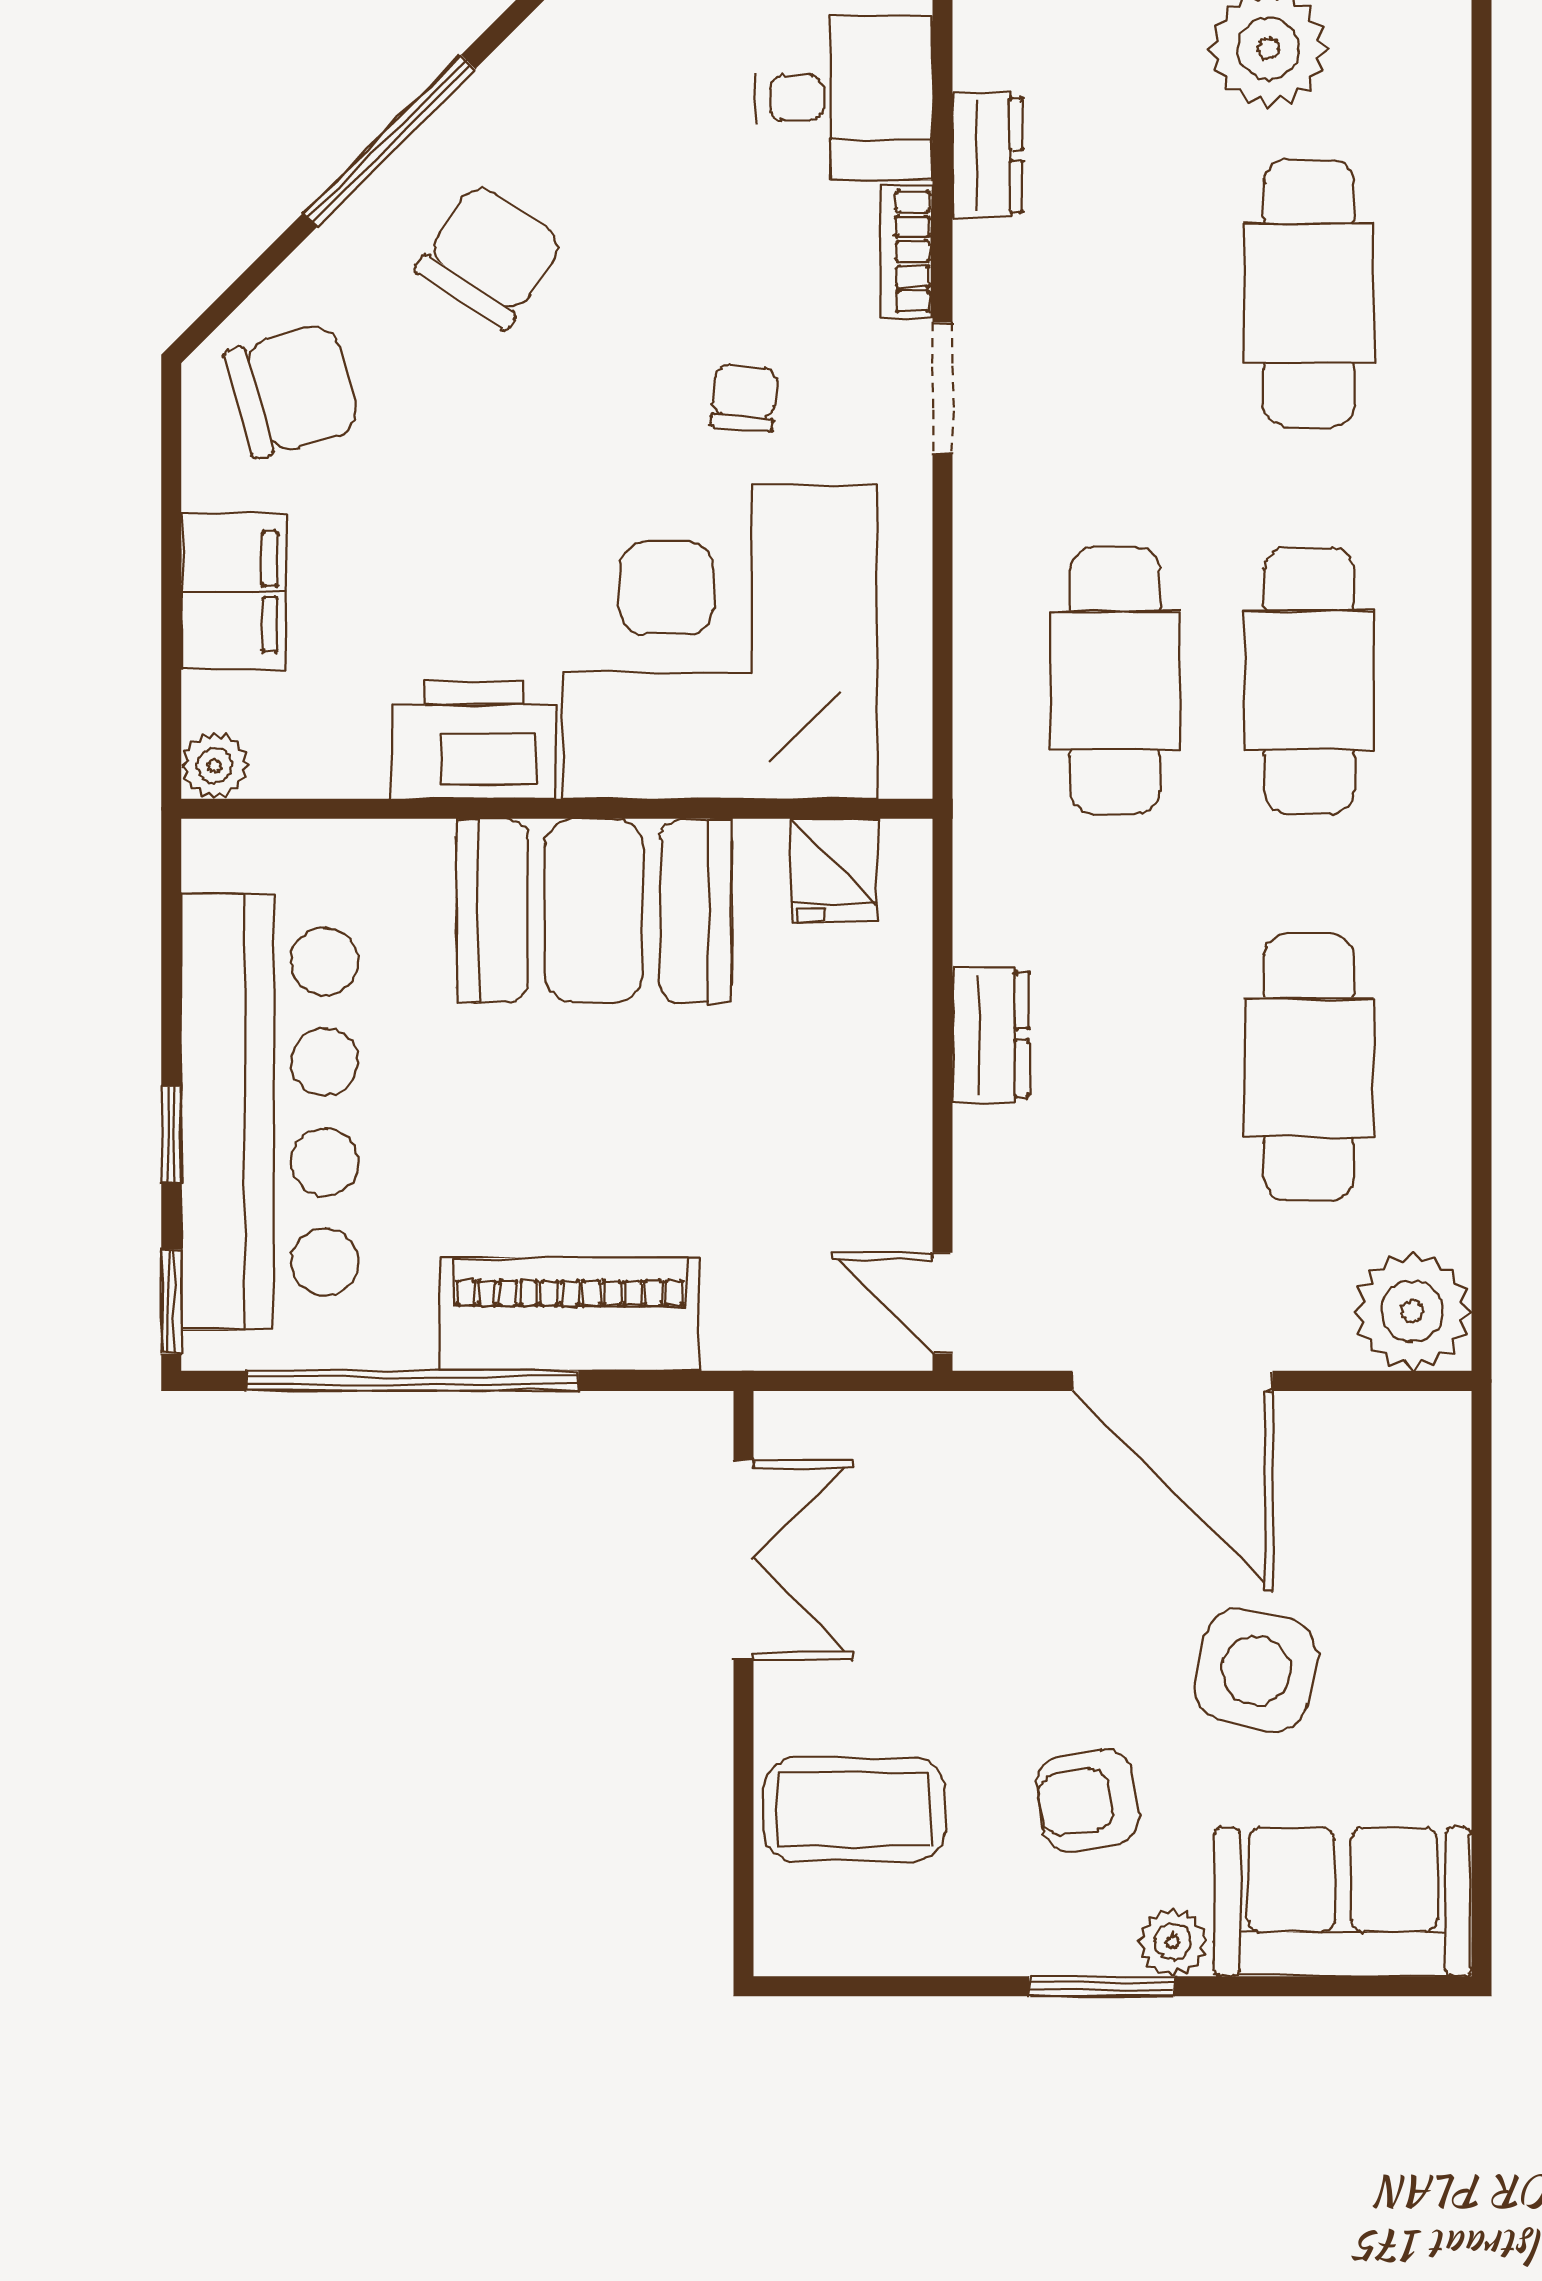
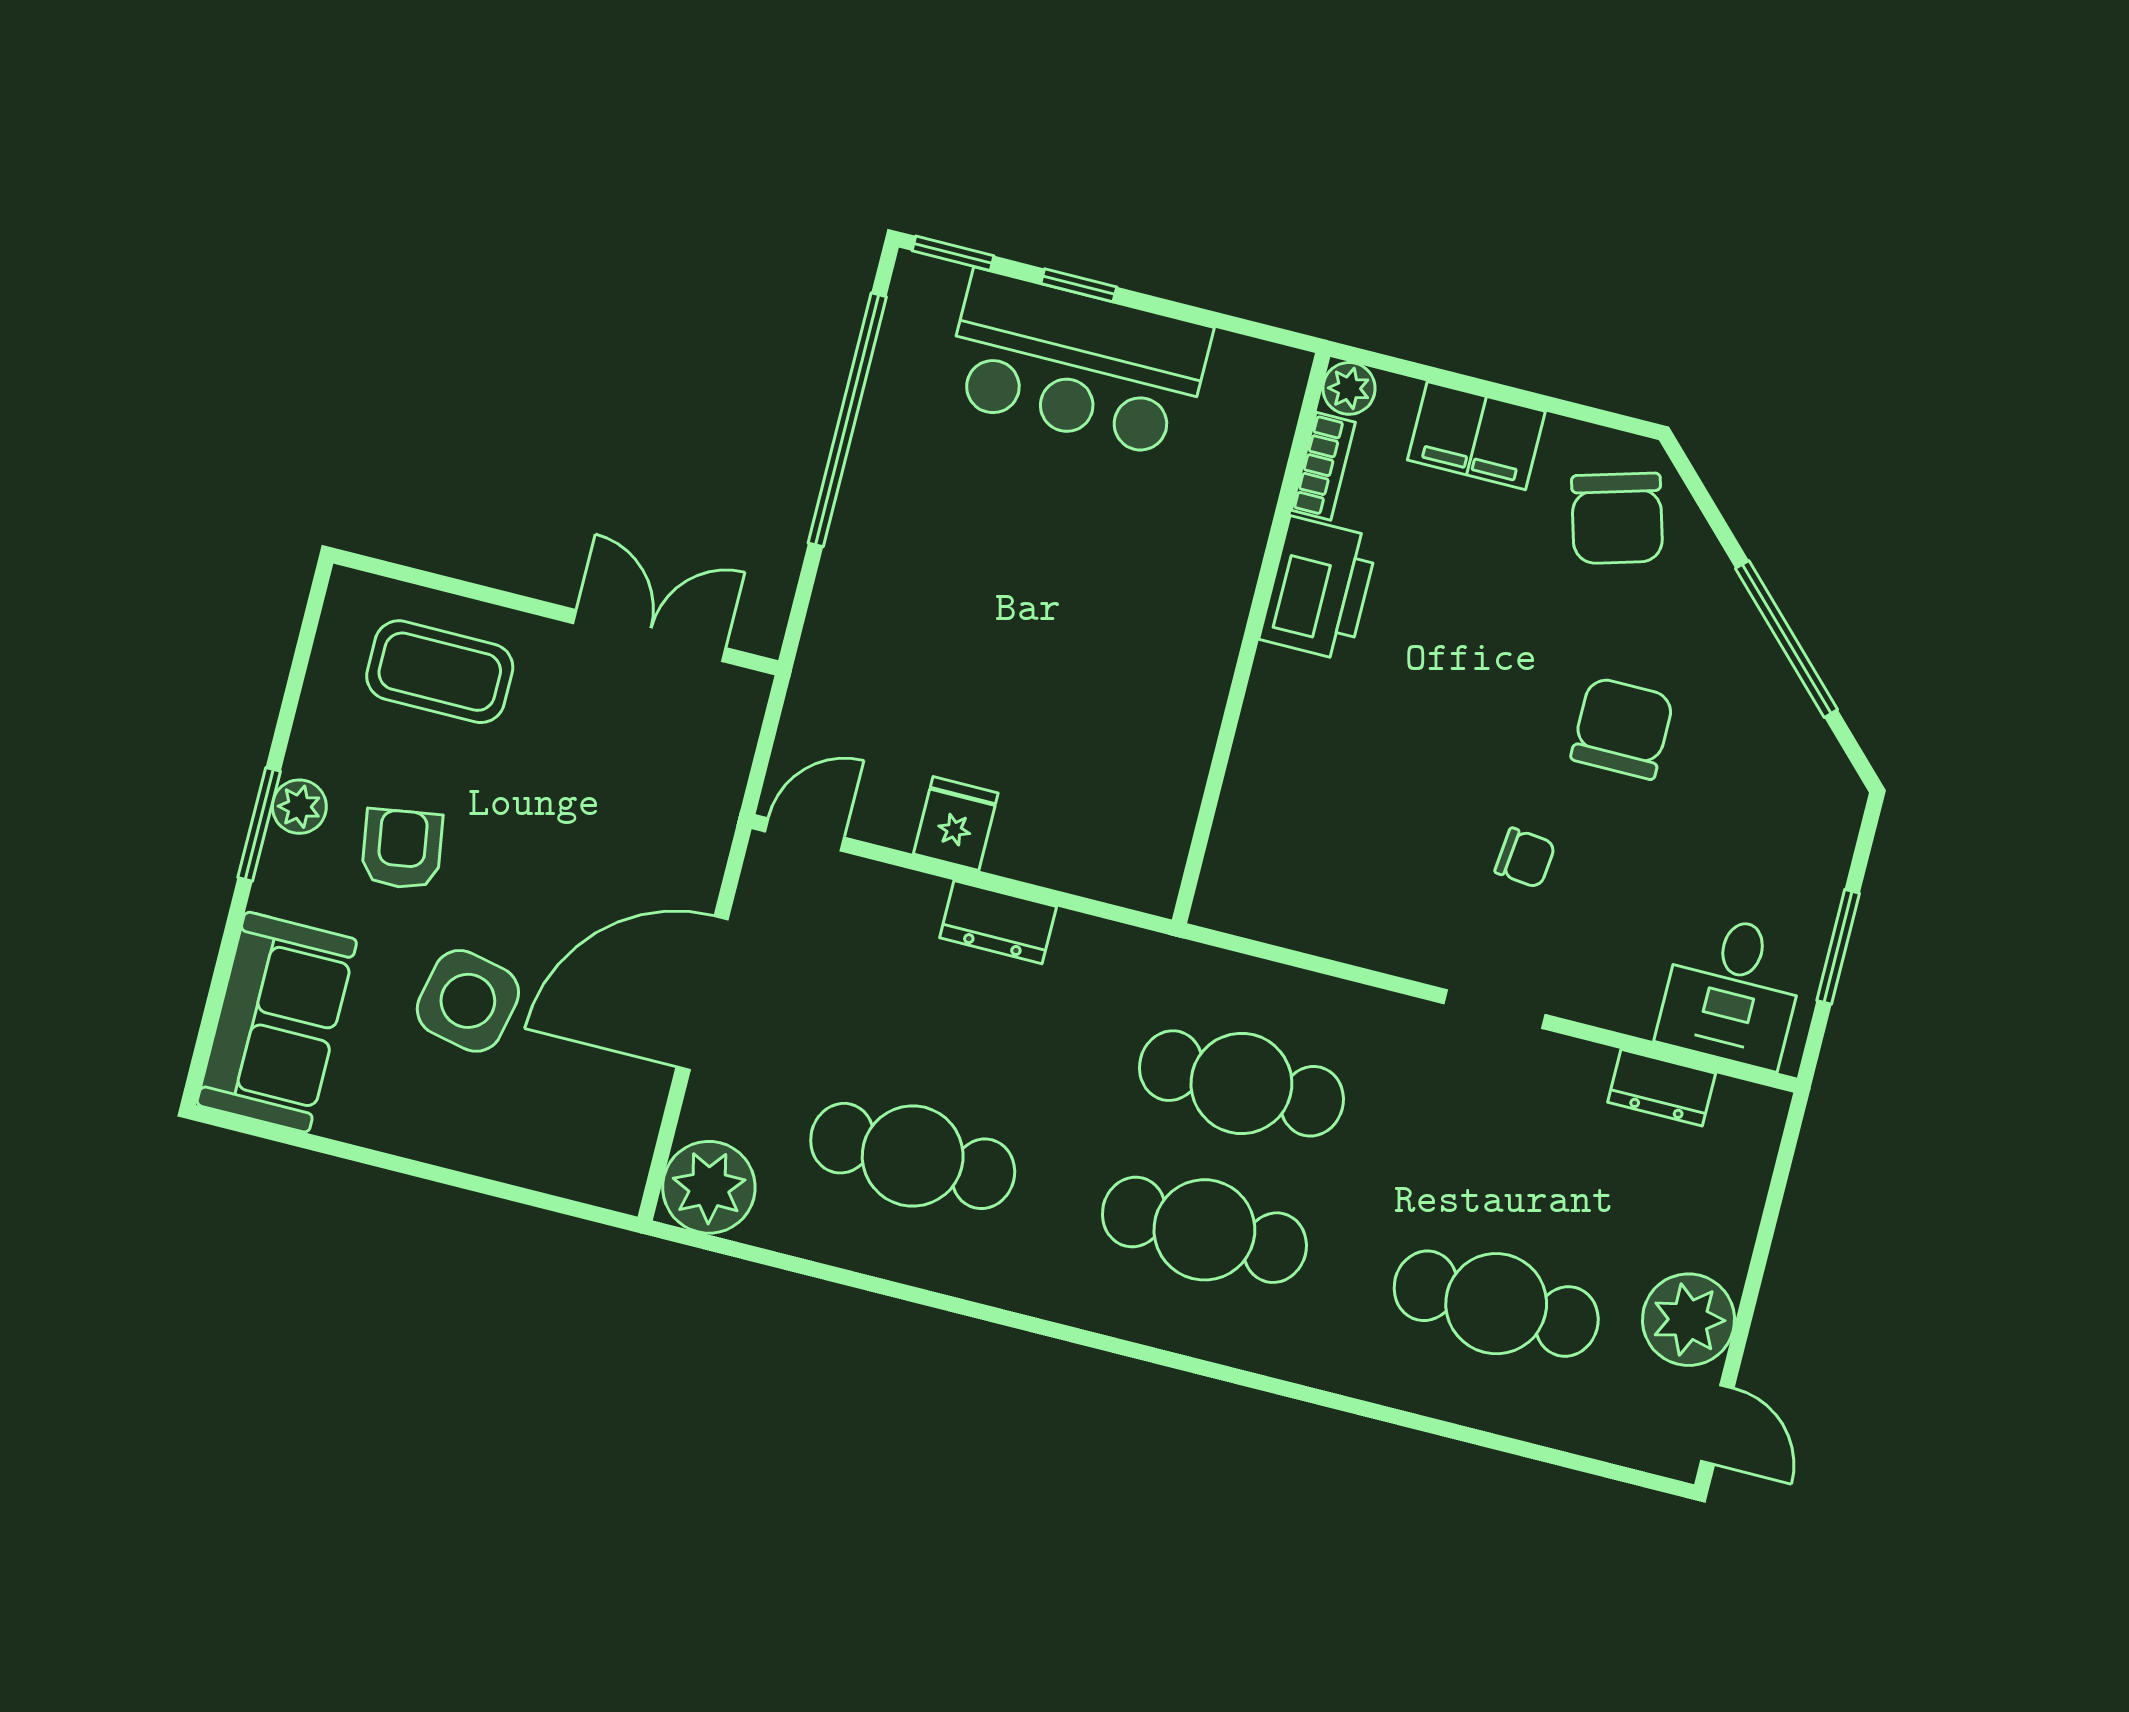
bookcase: (906, 251) -> (1323, 466), moved, turned 90
chair: (490, 256) -> (1622, 728), moved, turned -124
corner desk: (720, 642) -> (1346, 793), removed
fridge: (834, 870) -> (956, 824), moved, turned 90
booth: (594, 911) -> (1167, 647), removed
bar counter: (270, 1112) -> (1077, 364), width x0.73
piano: (570, 1315) -> (867, 552), removed
double door: (743, 1559) -> (649, 636), swing flipped
coffee table: (855, 1809) -> (440, 672), turned 90
plant: (1173, 1942) -> (299, 807), moved

